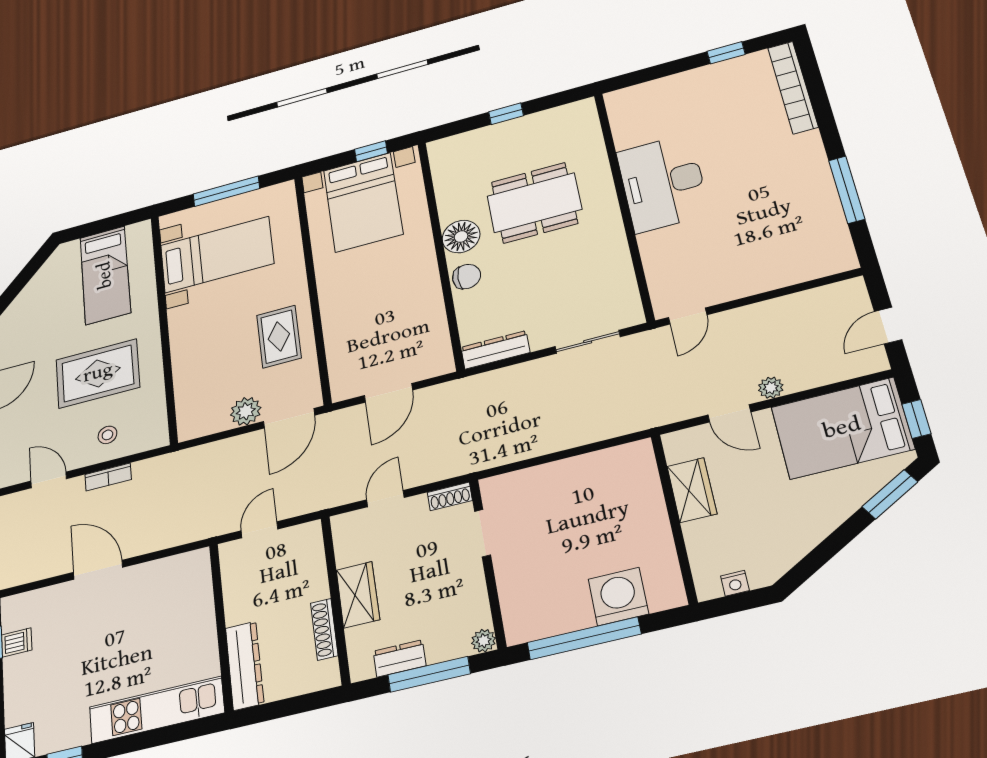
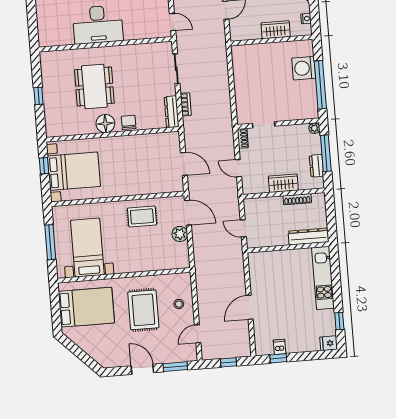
bed: (105, 275) -> (86, 307), width x1.50
bookcase: (108, 477) -> (186, 104), moved
wardrobe: (692, 490) -> (276, 30), moved

